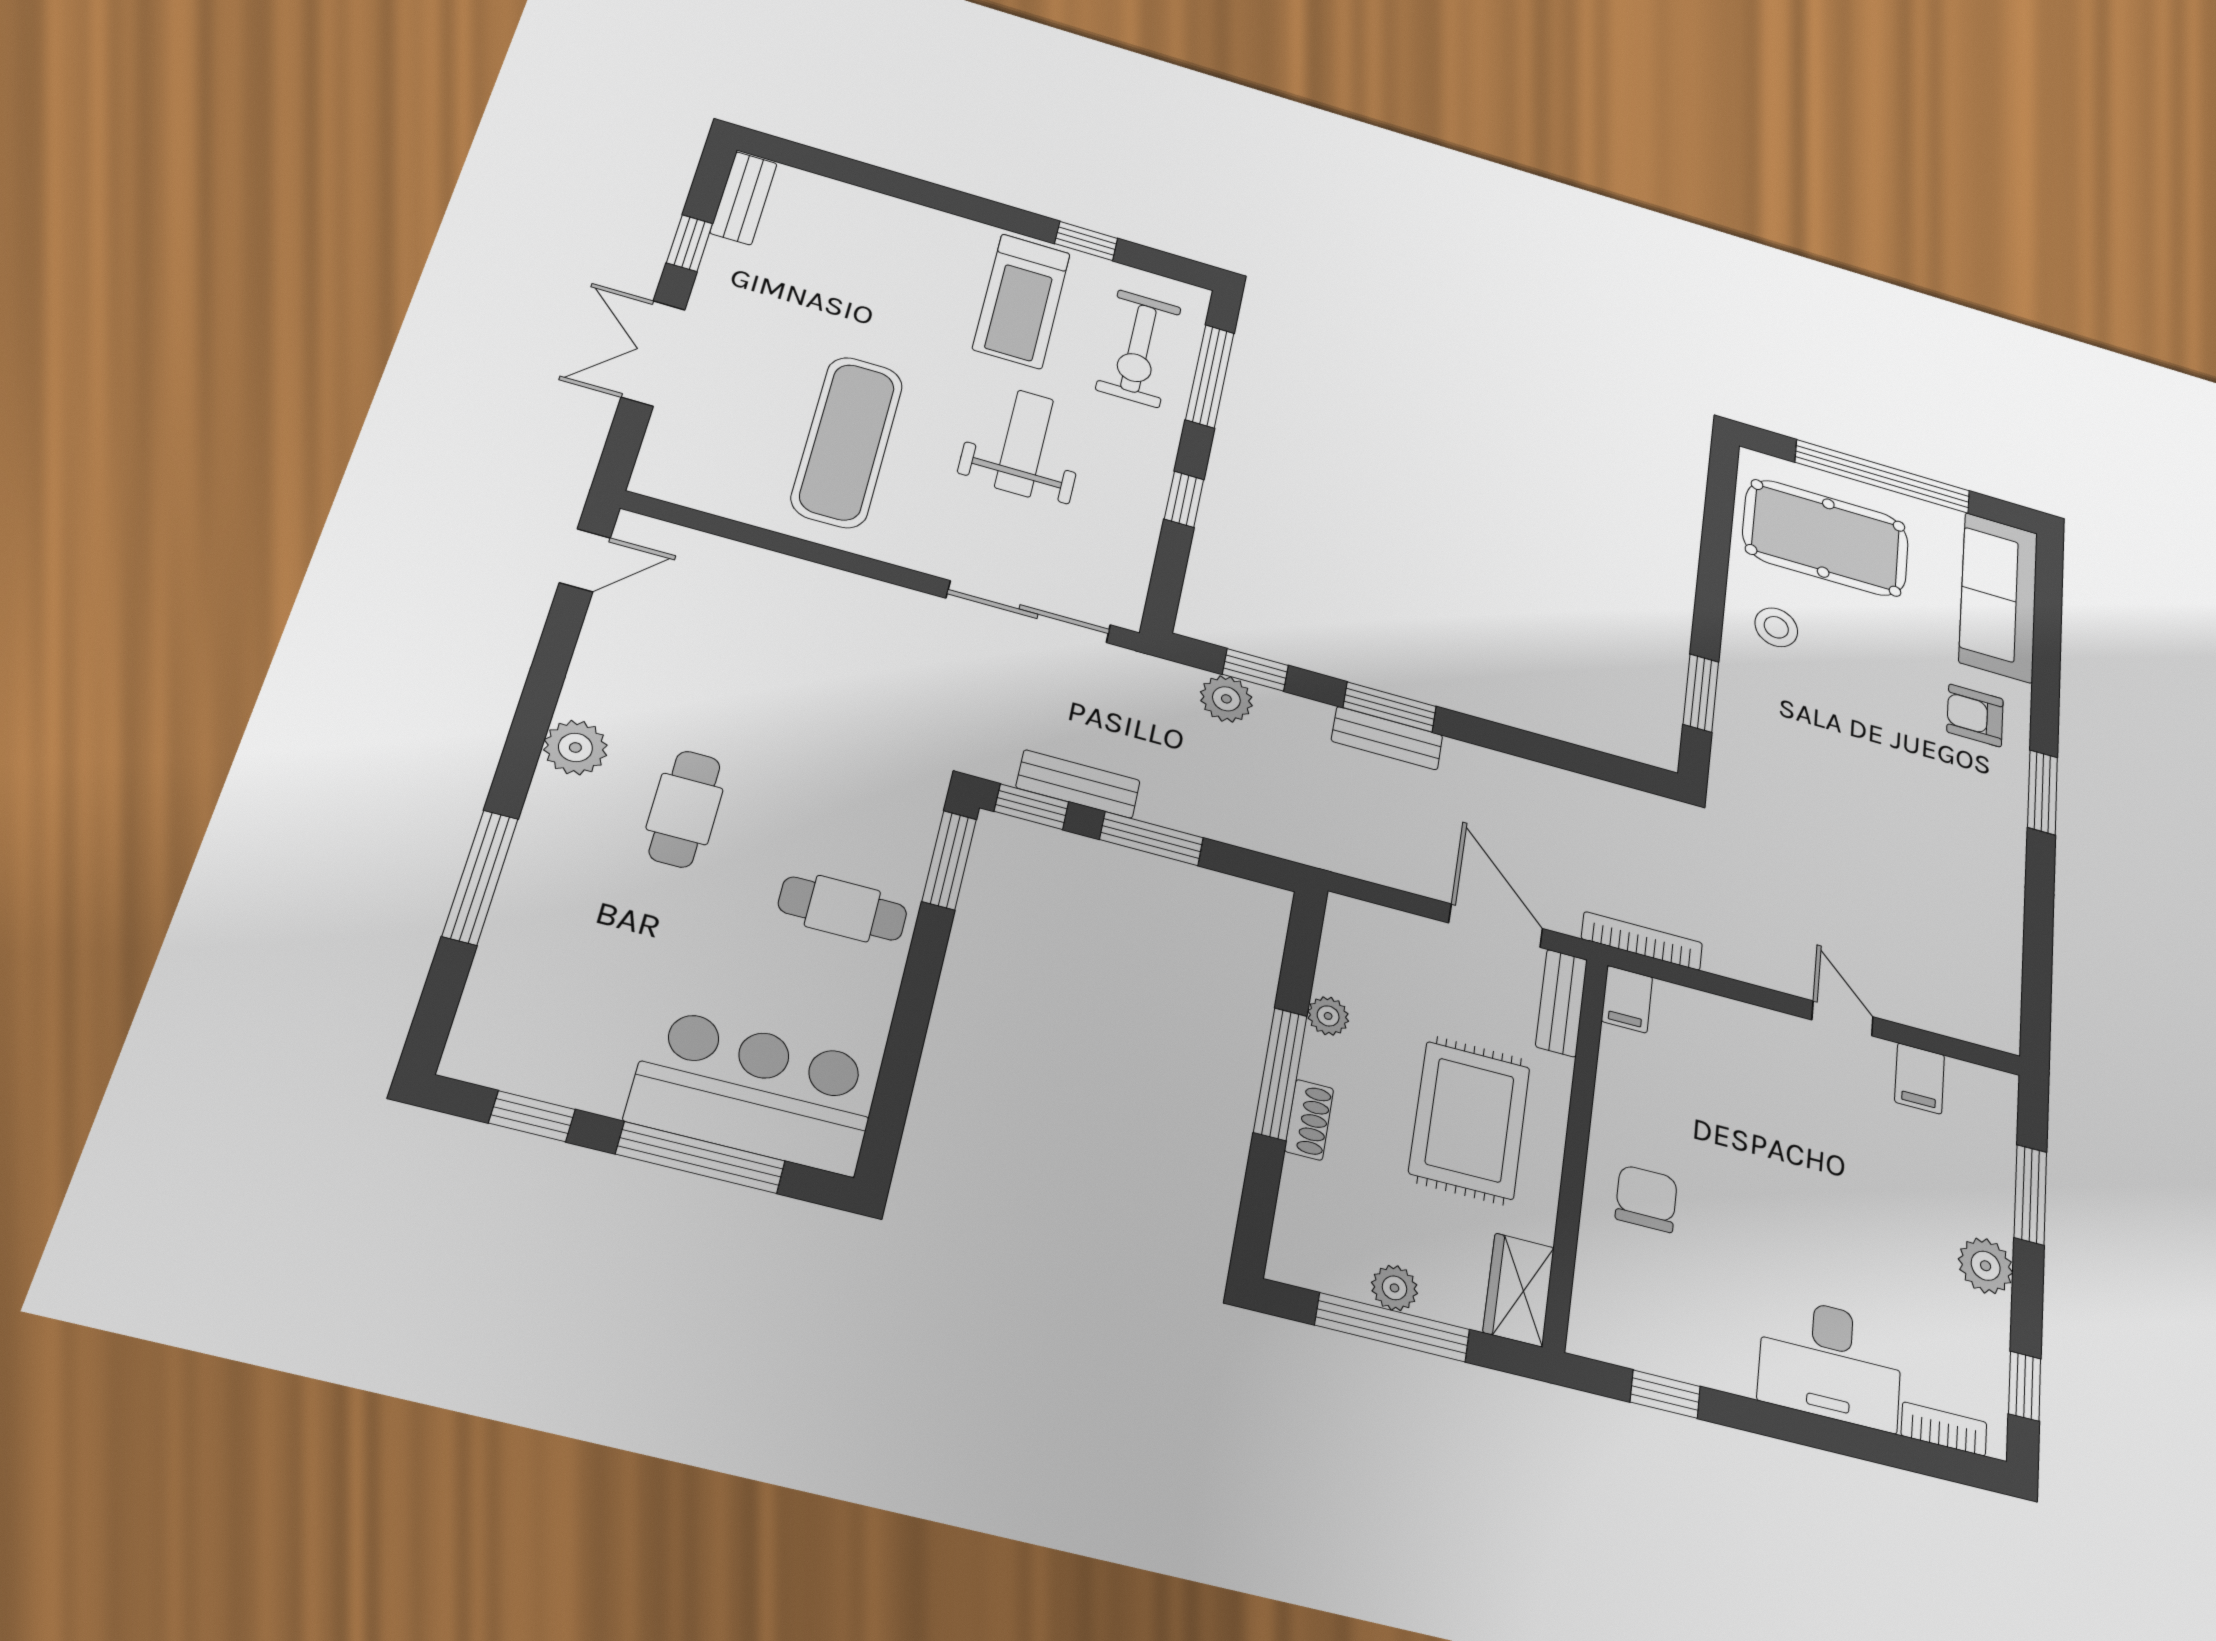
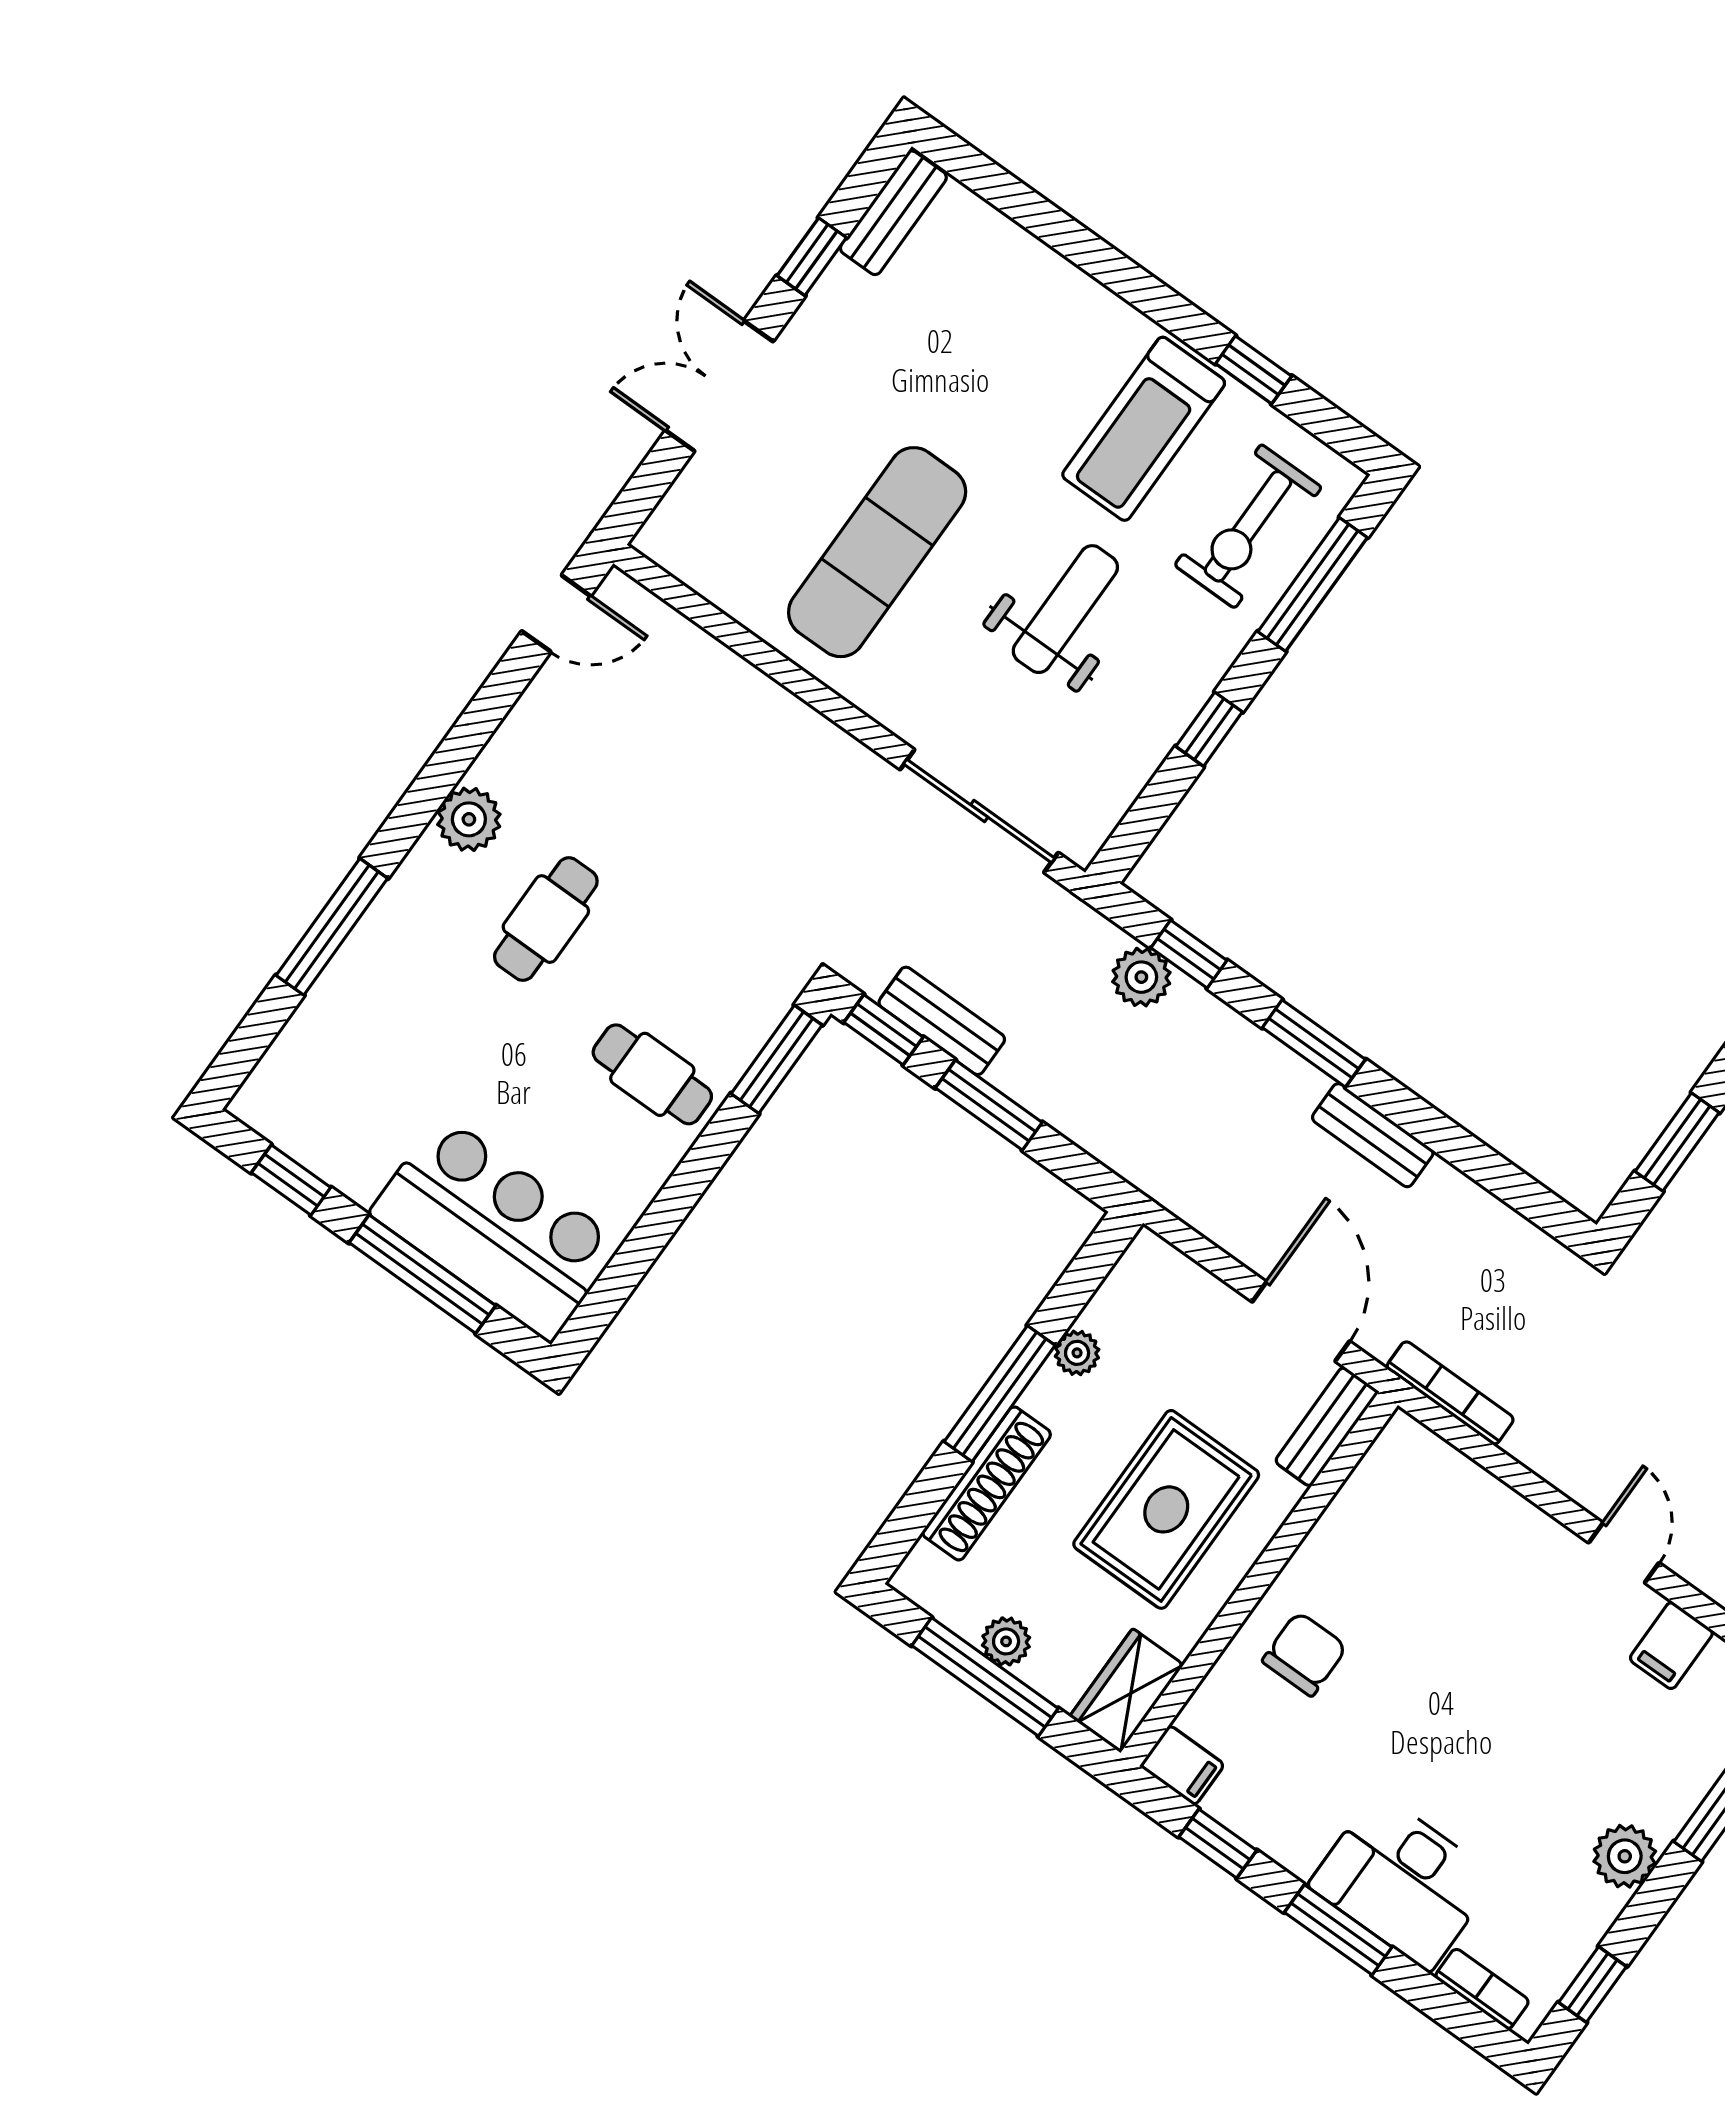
bench: (1387, 738) -> (1373, 1135), moved
filing cabinet: (1627, 999) -> (1182, 1765), moved, turned -90
shoe rack: (1309, 1120) -> (987, 1483), width x1.94, depth x1.24
window: (1803, 1428) -> (1338, 1930), added

